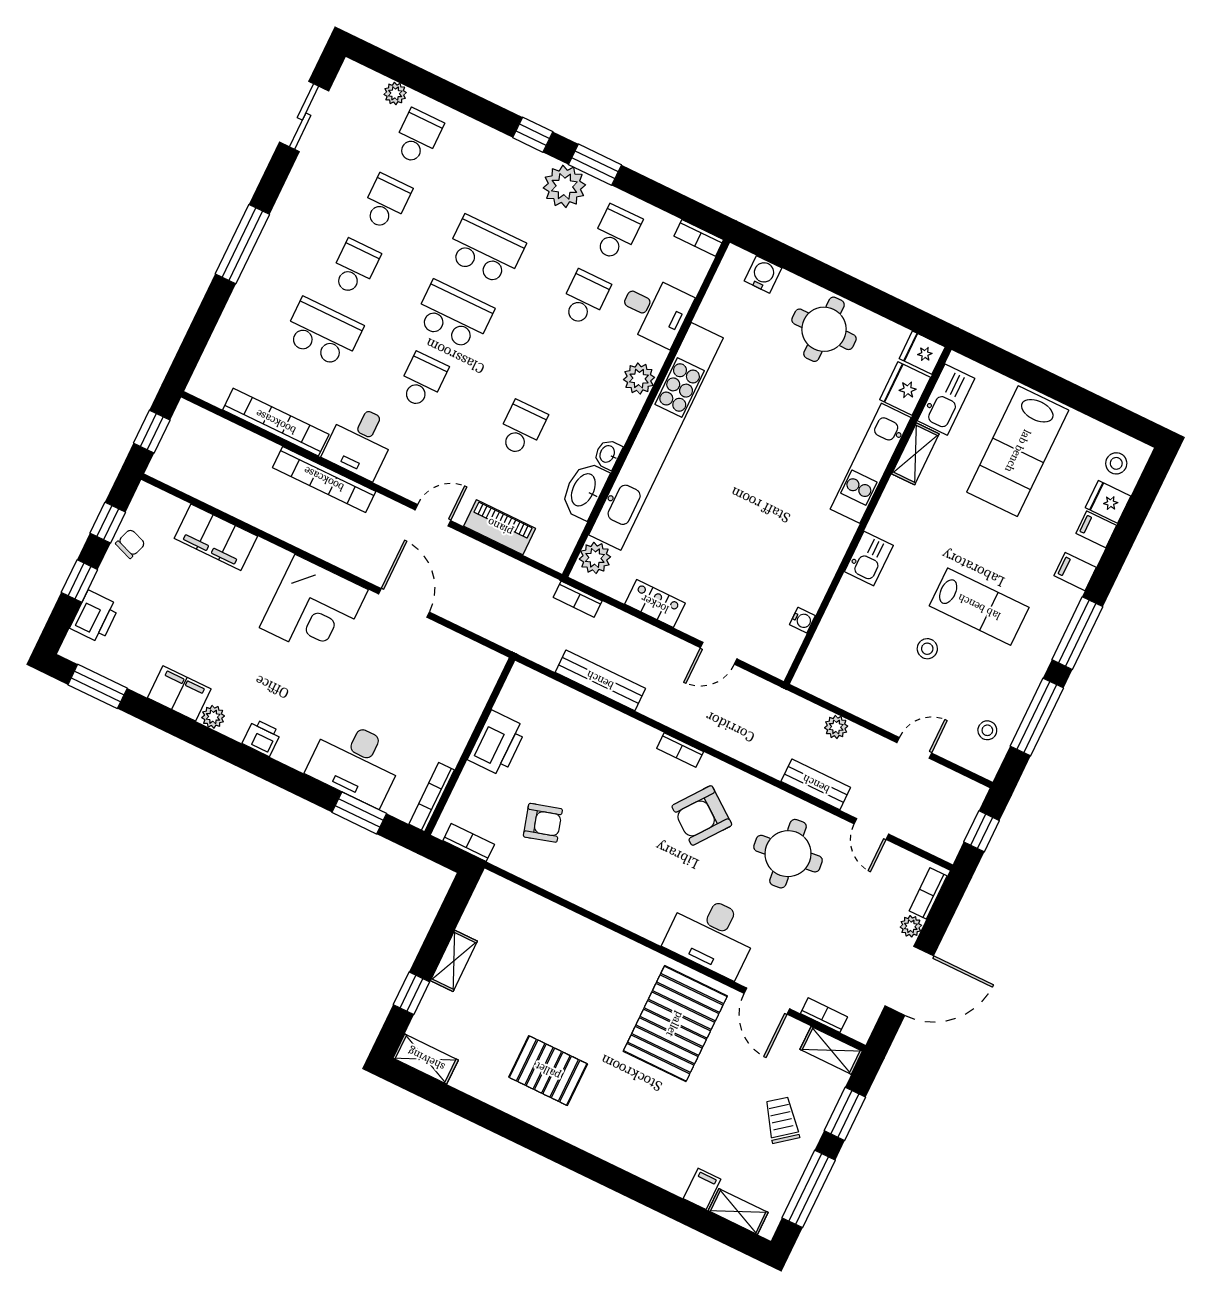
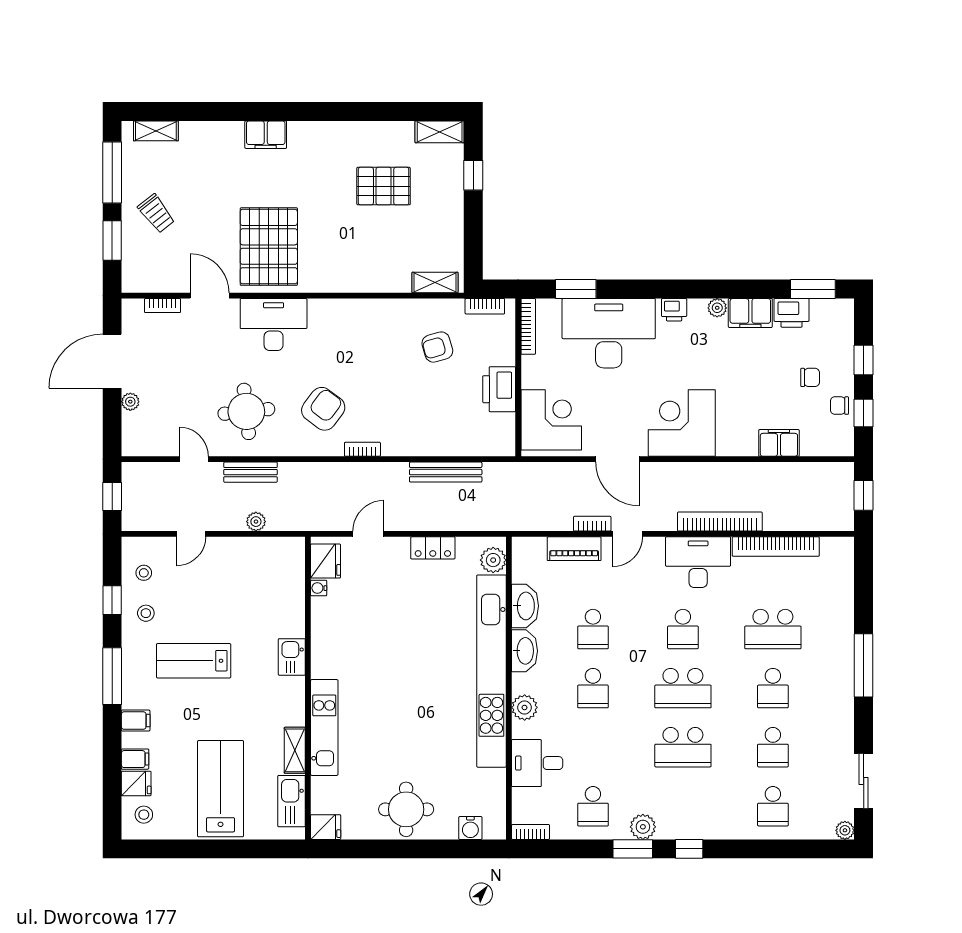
plant: (395, 93) -> (845, 830), moved
plant: (564, 186) -> (643, 827), width x0.73, depth x0.73
school desk: (585, 298) -> (593, 688), moved
fridge: (905, 389) -> (326, 561), moved
desk: (360, 442) -> (698, 562), width x1.37
washbasin: (608, 454) -> (525, 651), width x1.91, depth x1.45
filing cabinet: (216, 537) -> (779, 443), width x0.67, depth x0.86
chair: (130, 544) -> (839, 406), turned 70
chair: (148, 590) -> (810, 377), added
bookcase: (578, 599) -> (592, 524), moved
printer: (95, 617) -> (792, 313), moved, turned -90
stool: (927, 649) -> (146, 613), moved
corner desk: (456, 682) -> (551, 420), added
window: (1037, 717) -> (112, 600), width x0.46
desk: (356, 762) -> (609, 333), width x1.36, depth x1.30
bookcase: (928, 893) -> (129, 432), removed
shelving: (454, 961) -> (435, 283), moved, turned 90
shelving: (831, 1050) -> (145, 282), removed
pallet: (548, 1071) -> (384, 186), moved
filing cabinet: (702, 1189) -> (266, 135), moved, width x2.00

